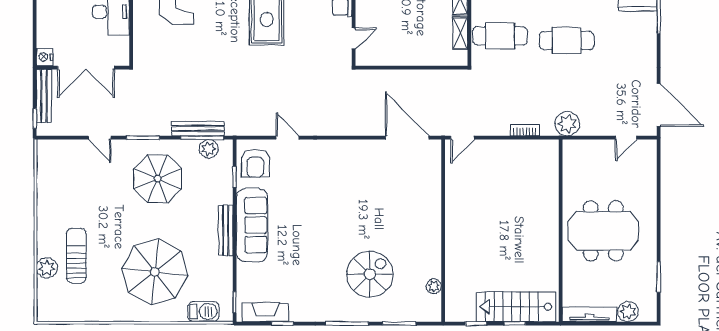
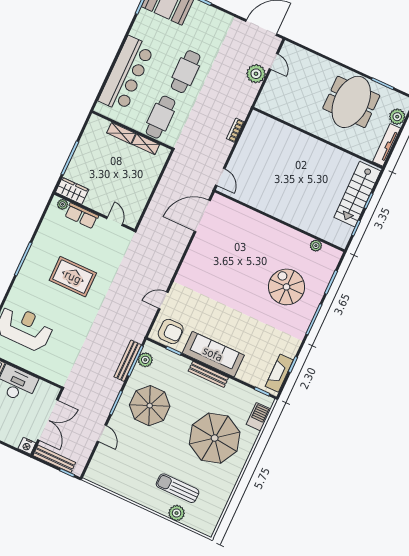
plant: (567, 124) -> (256, 74), moved
door: (99, 138) -> (102, 433), hinge flipped
meeting table: (603, 231) -> (351, 102), moved

